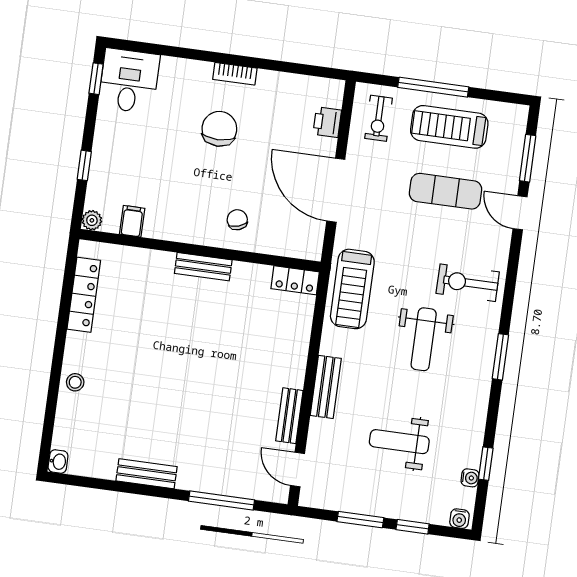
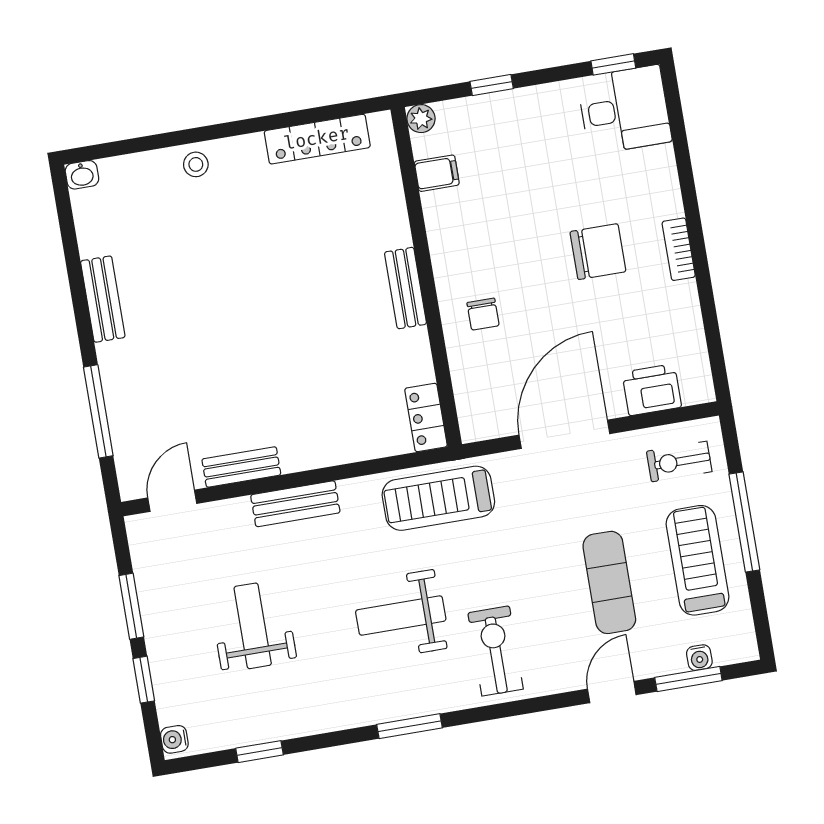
printer: (327, 122) -> (652, 390), width x1.36, depth x1.24
chair: (237, 220) -> (483, 314), turned 109
water cooler: (470, 478) -> (699, 658), moved

